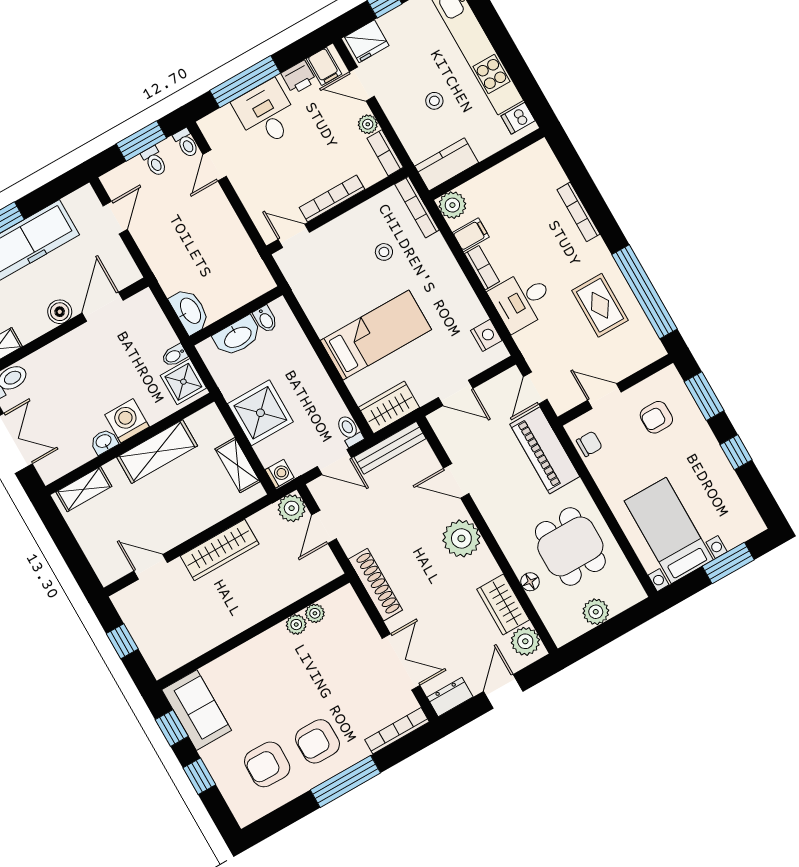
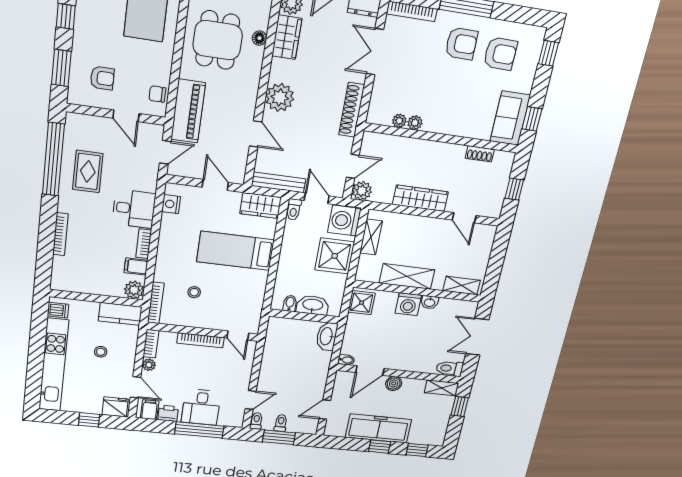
bidet: (174, 356) -> (346, 360), moved
washing machine: (280, 474) -> (344, 221), width x1.89, depth x1.89
shoe rack: (196, 648) -> (480, 154), added
window: (199, 776) -> (548, 53), moved

